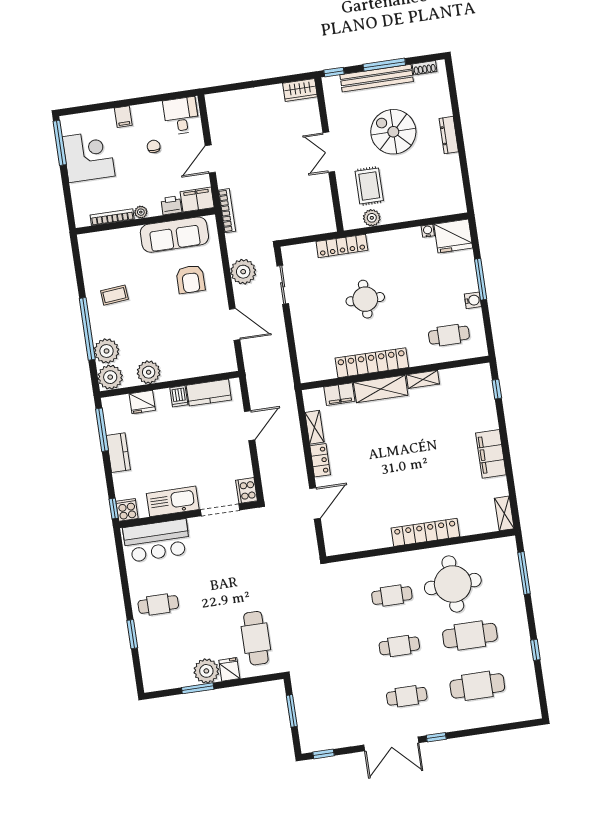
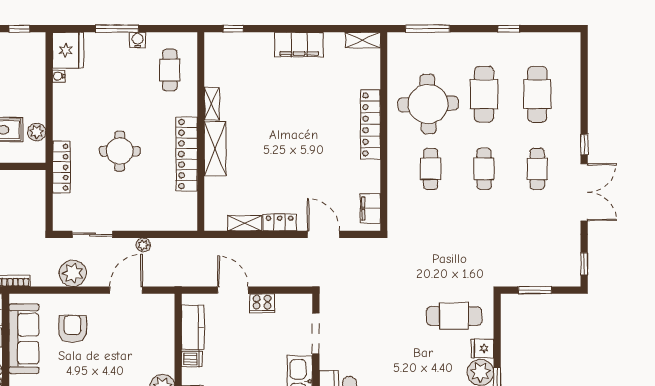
window: (467, 187) -> (19, 29), added
armchair: (191, 279) -> (72, 329), turned -90
plant: (280, 334) -> (143, 245), added
filing cabinet: (339, 394) -> (370, 209), moved, turned 180
cooker: (247, 491) -> (262, 303), moved

